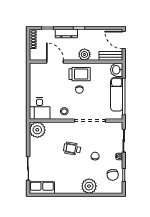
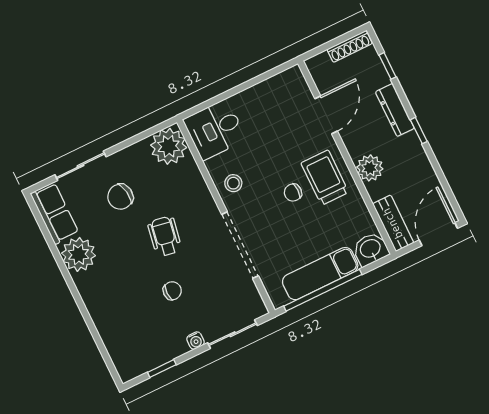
trolley: (80, 74) -> (325, 178), turned 180
chair: (113, 175) -> (120, 197), moved
plant: (89, 186) -> (79, 254), moved

